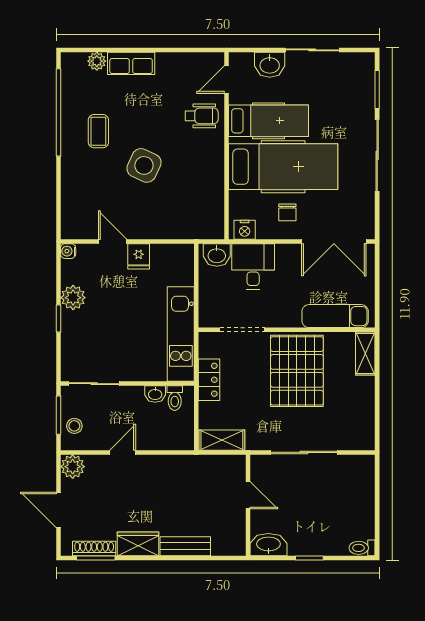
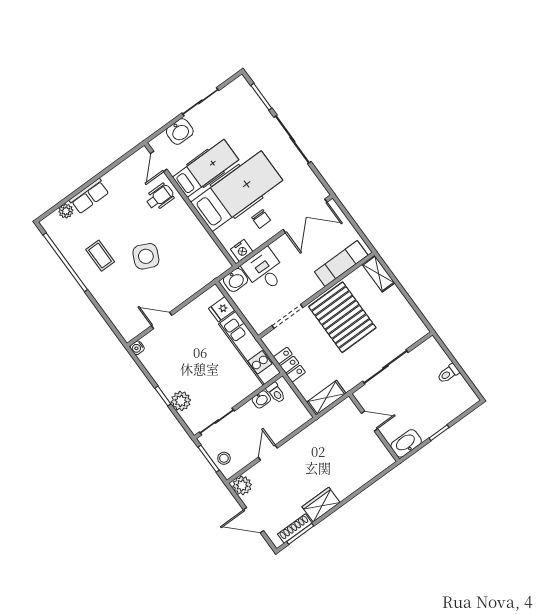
fridge: (139, 256) -> (222, 309), moved, turned 90
plant: (73, 298) -> (181, 401), moved
bench: (185, 546) -> (353, 484), removed
toilet: (362, 548) -> (448, 374), moved

